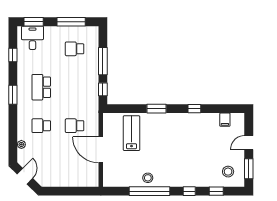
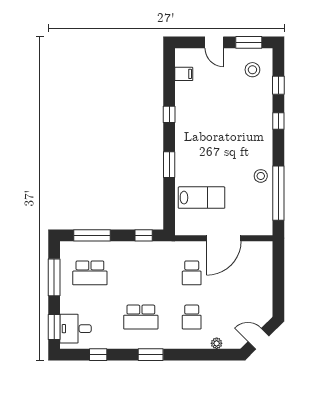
school desk: (75, 49) -> (90, 273), width x1.85
window: (103, 61) -> (92, 235), moved
lab bench: (131, 133) -> (202, 198), turned 180
window: (150, 191) -> (278, 193), moved

